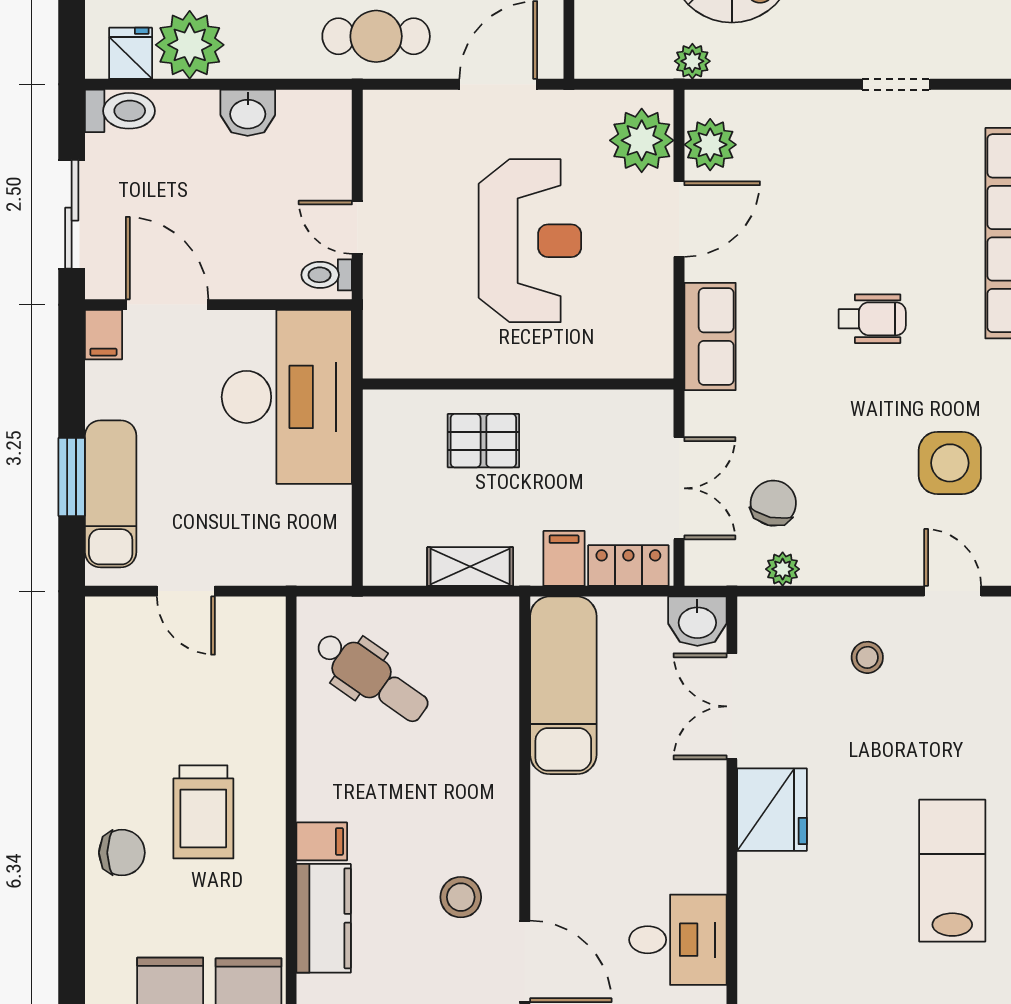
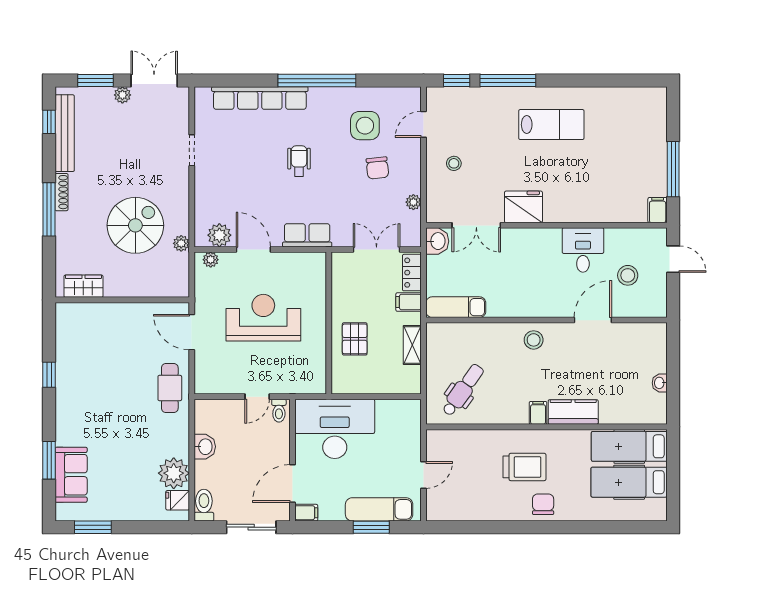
plant: (642, 140) -> (211, 260), width x0.53, depth x0.53
chair: (773, 503) -> (377, 168), moved, turned -109
exam couch: (563, 685) -> (456, 307), width x0.73, depth x0.69
lab bench: (952, 871) -> (551, 125), turned 180
stool: (461, 897) -> (534, 340), moved

